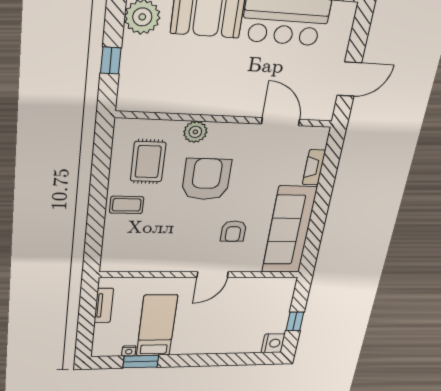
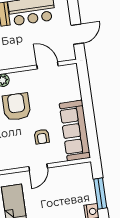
fireplace: (314, 167) -> (76, 89), removed
window: (295, 321) -> (100, 193), width x2.17

